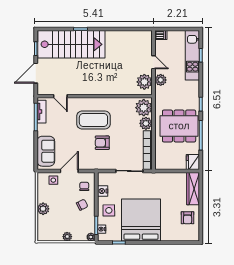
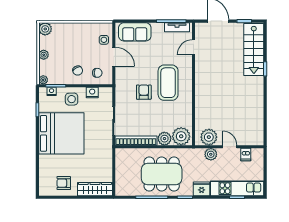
dishwasher: (161, 35) -> (246, 155), moved
stairs: (71, 44) -> (254, 50), width x0.73, depth x0.66
door: (153, 62) -> (230, 147), swing flipped
dining table: (179, 126) -> (162, 174), turned 90
fridge: (193, 162) -> (202, 189), moved
plant: (43, 209) -> (45, 29), moved

